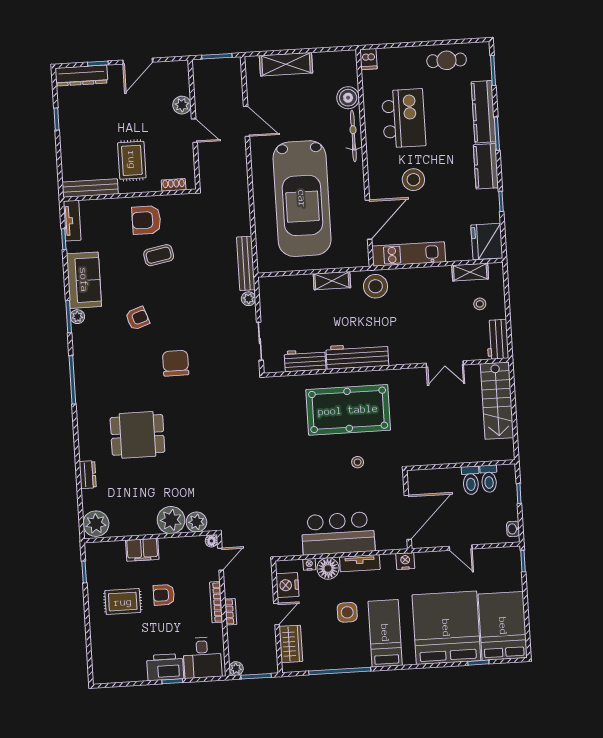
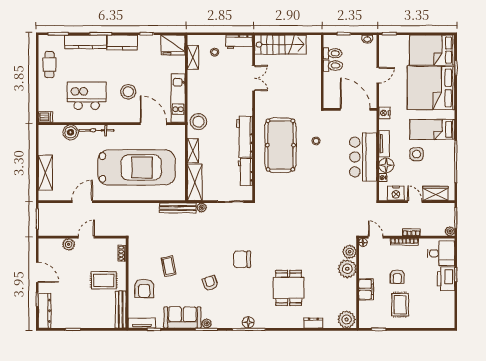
armchair: (146, 220) -> (144, 288), moved
shelving: (285, 286) -> (195, 182), added
floor lamp: (83, 378) -> (248, 322), added

